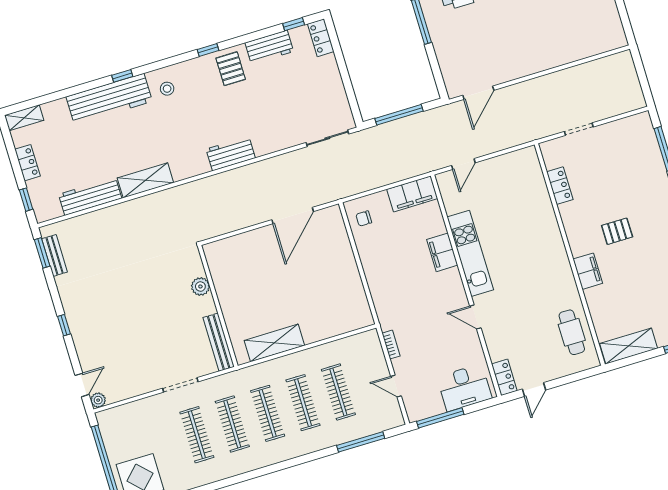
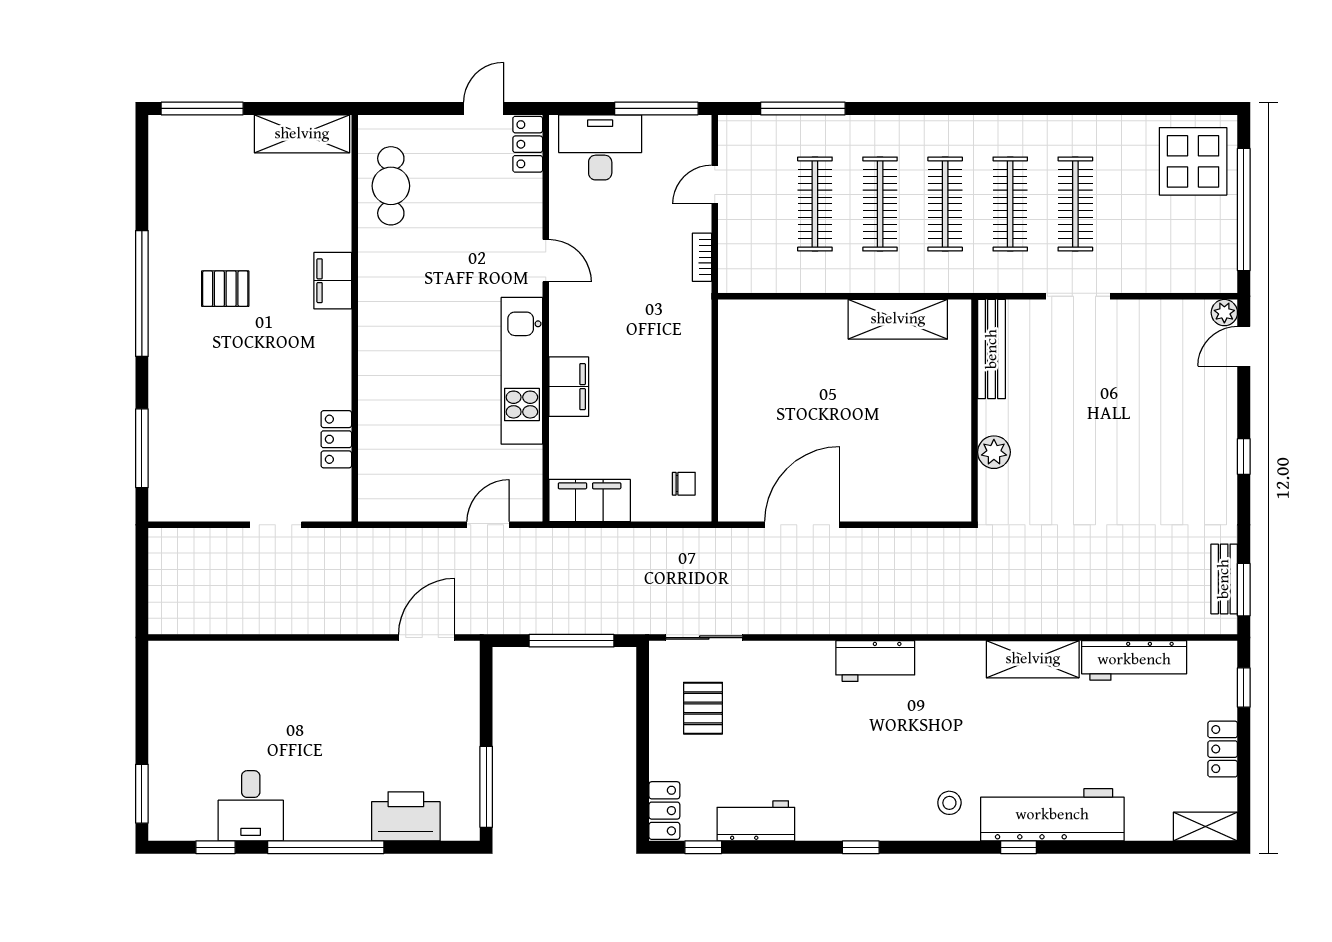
pallet: (231, 69) -> (703, 708), moved
pallet: (617, 231) -> (225, 289), moved
door: (396, 386) -> (715, 184), swing flipped

